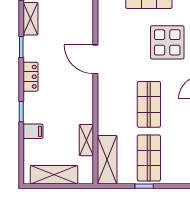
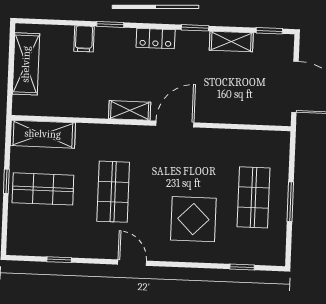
shop shelf: (149, 104) -> (113, 192), turned 90
shelving: (86, 140) -> (130, 110), moved

